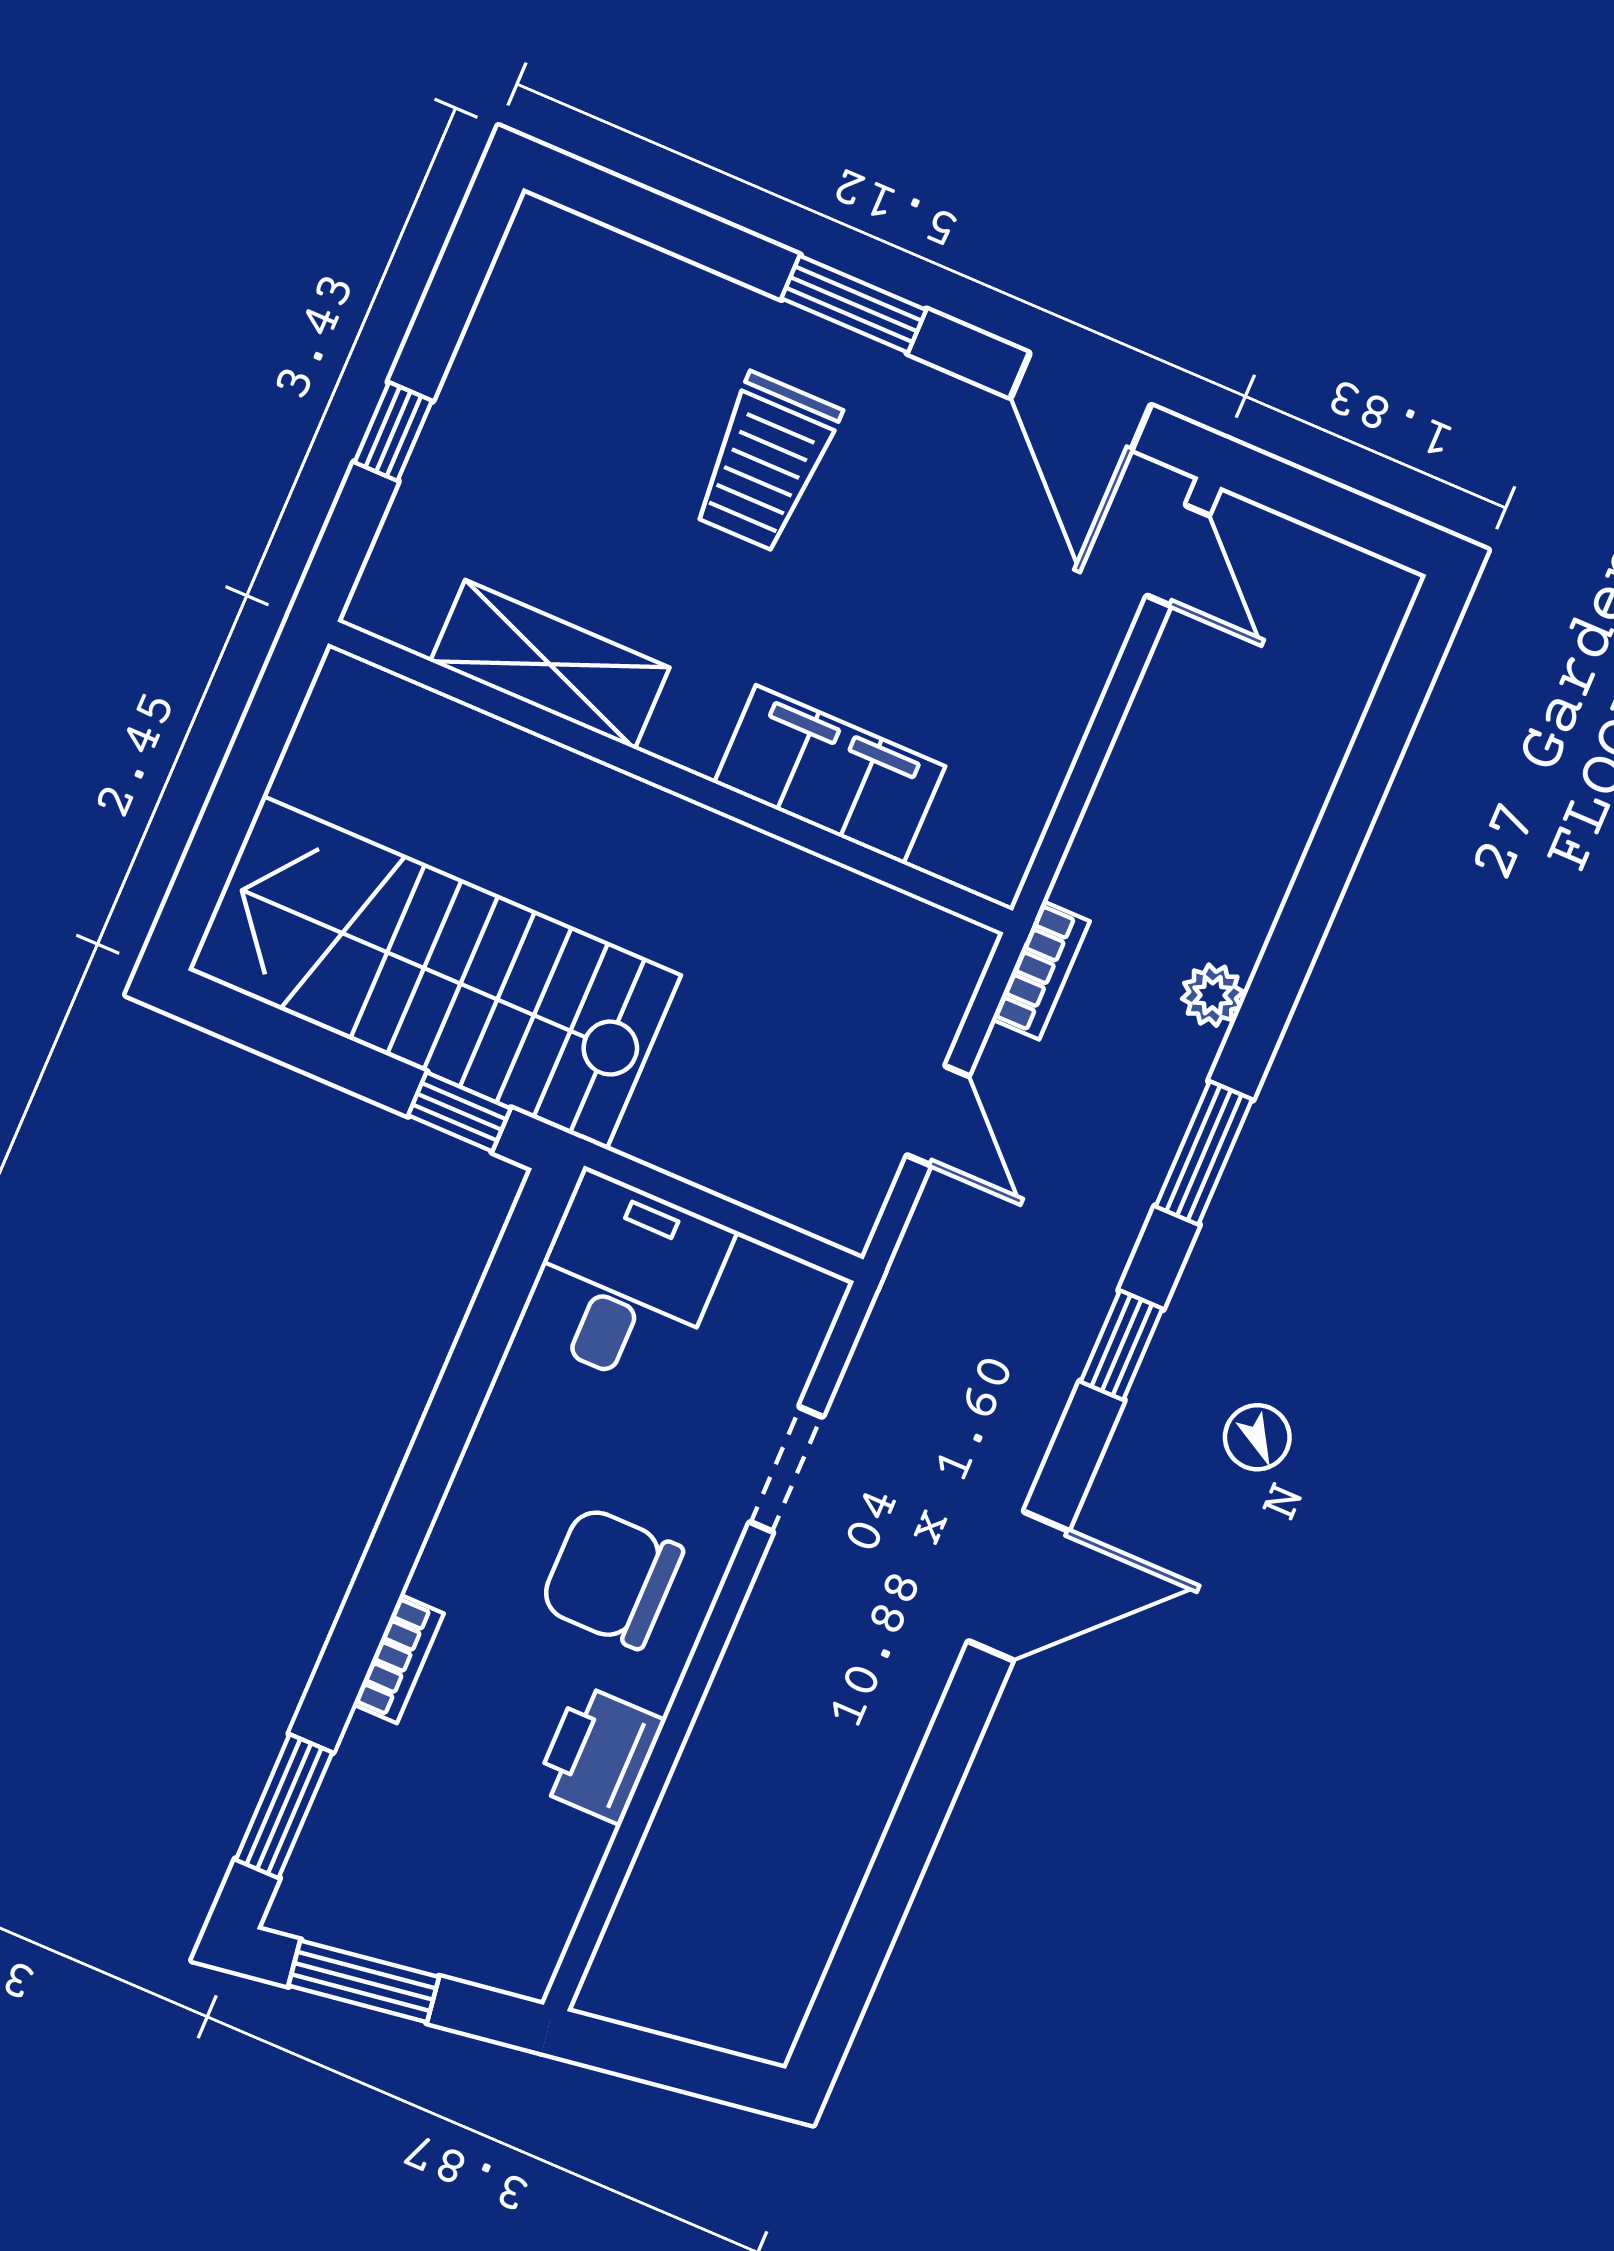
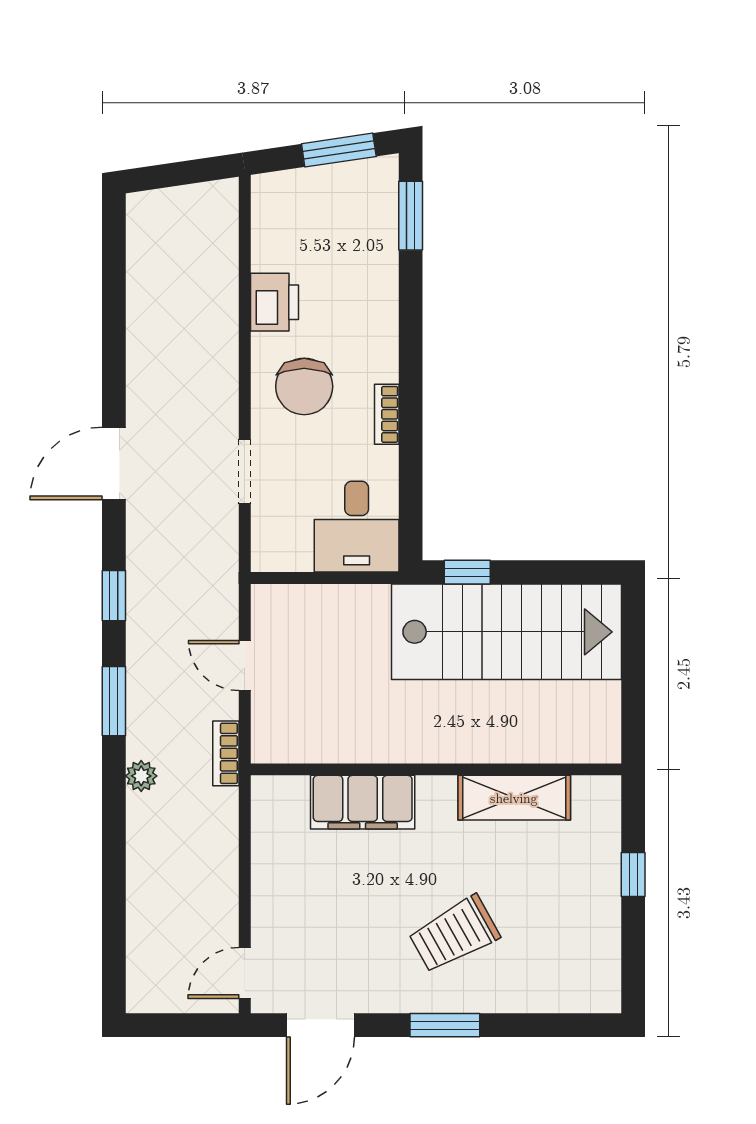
door: (1081, 401) -> (320, 1025), swing flipped
trolley: (766, 462) -> (454, 934), turned -119
door: (1178, 555) -> (245, 973), hinge flipped
chair: (611, 1578) -> (304, 386), turned 90
bookcase: (398, 1659) -> (387, 414), moved

